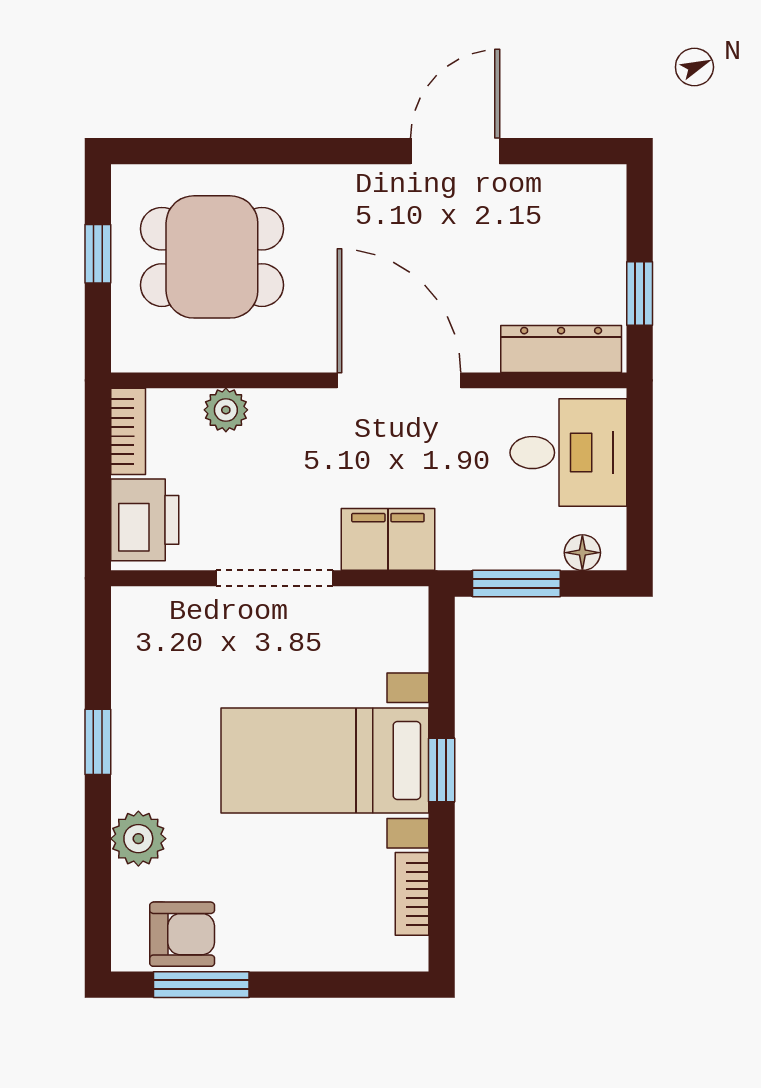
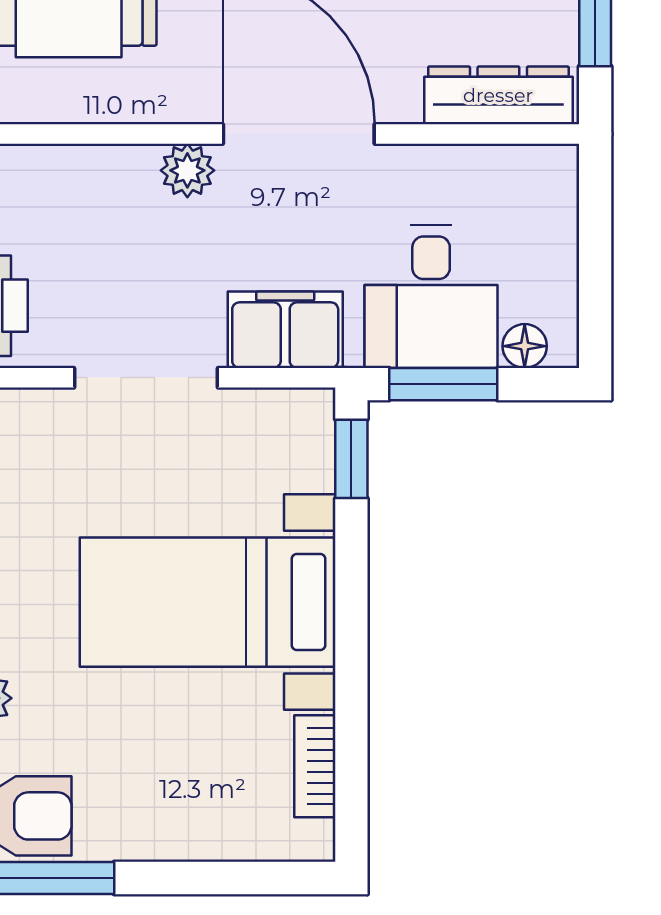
plant: (226, 410) -> (187, 170), moved
desk: (568, 453) -> (431, 296), moved, turned 90
window: (442, 770) -> (351, 459), moved

